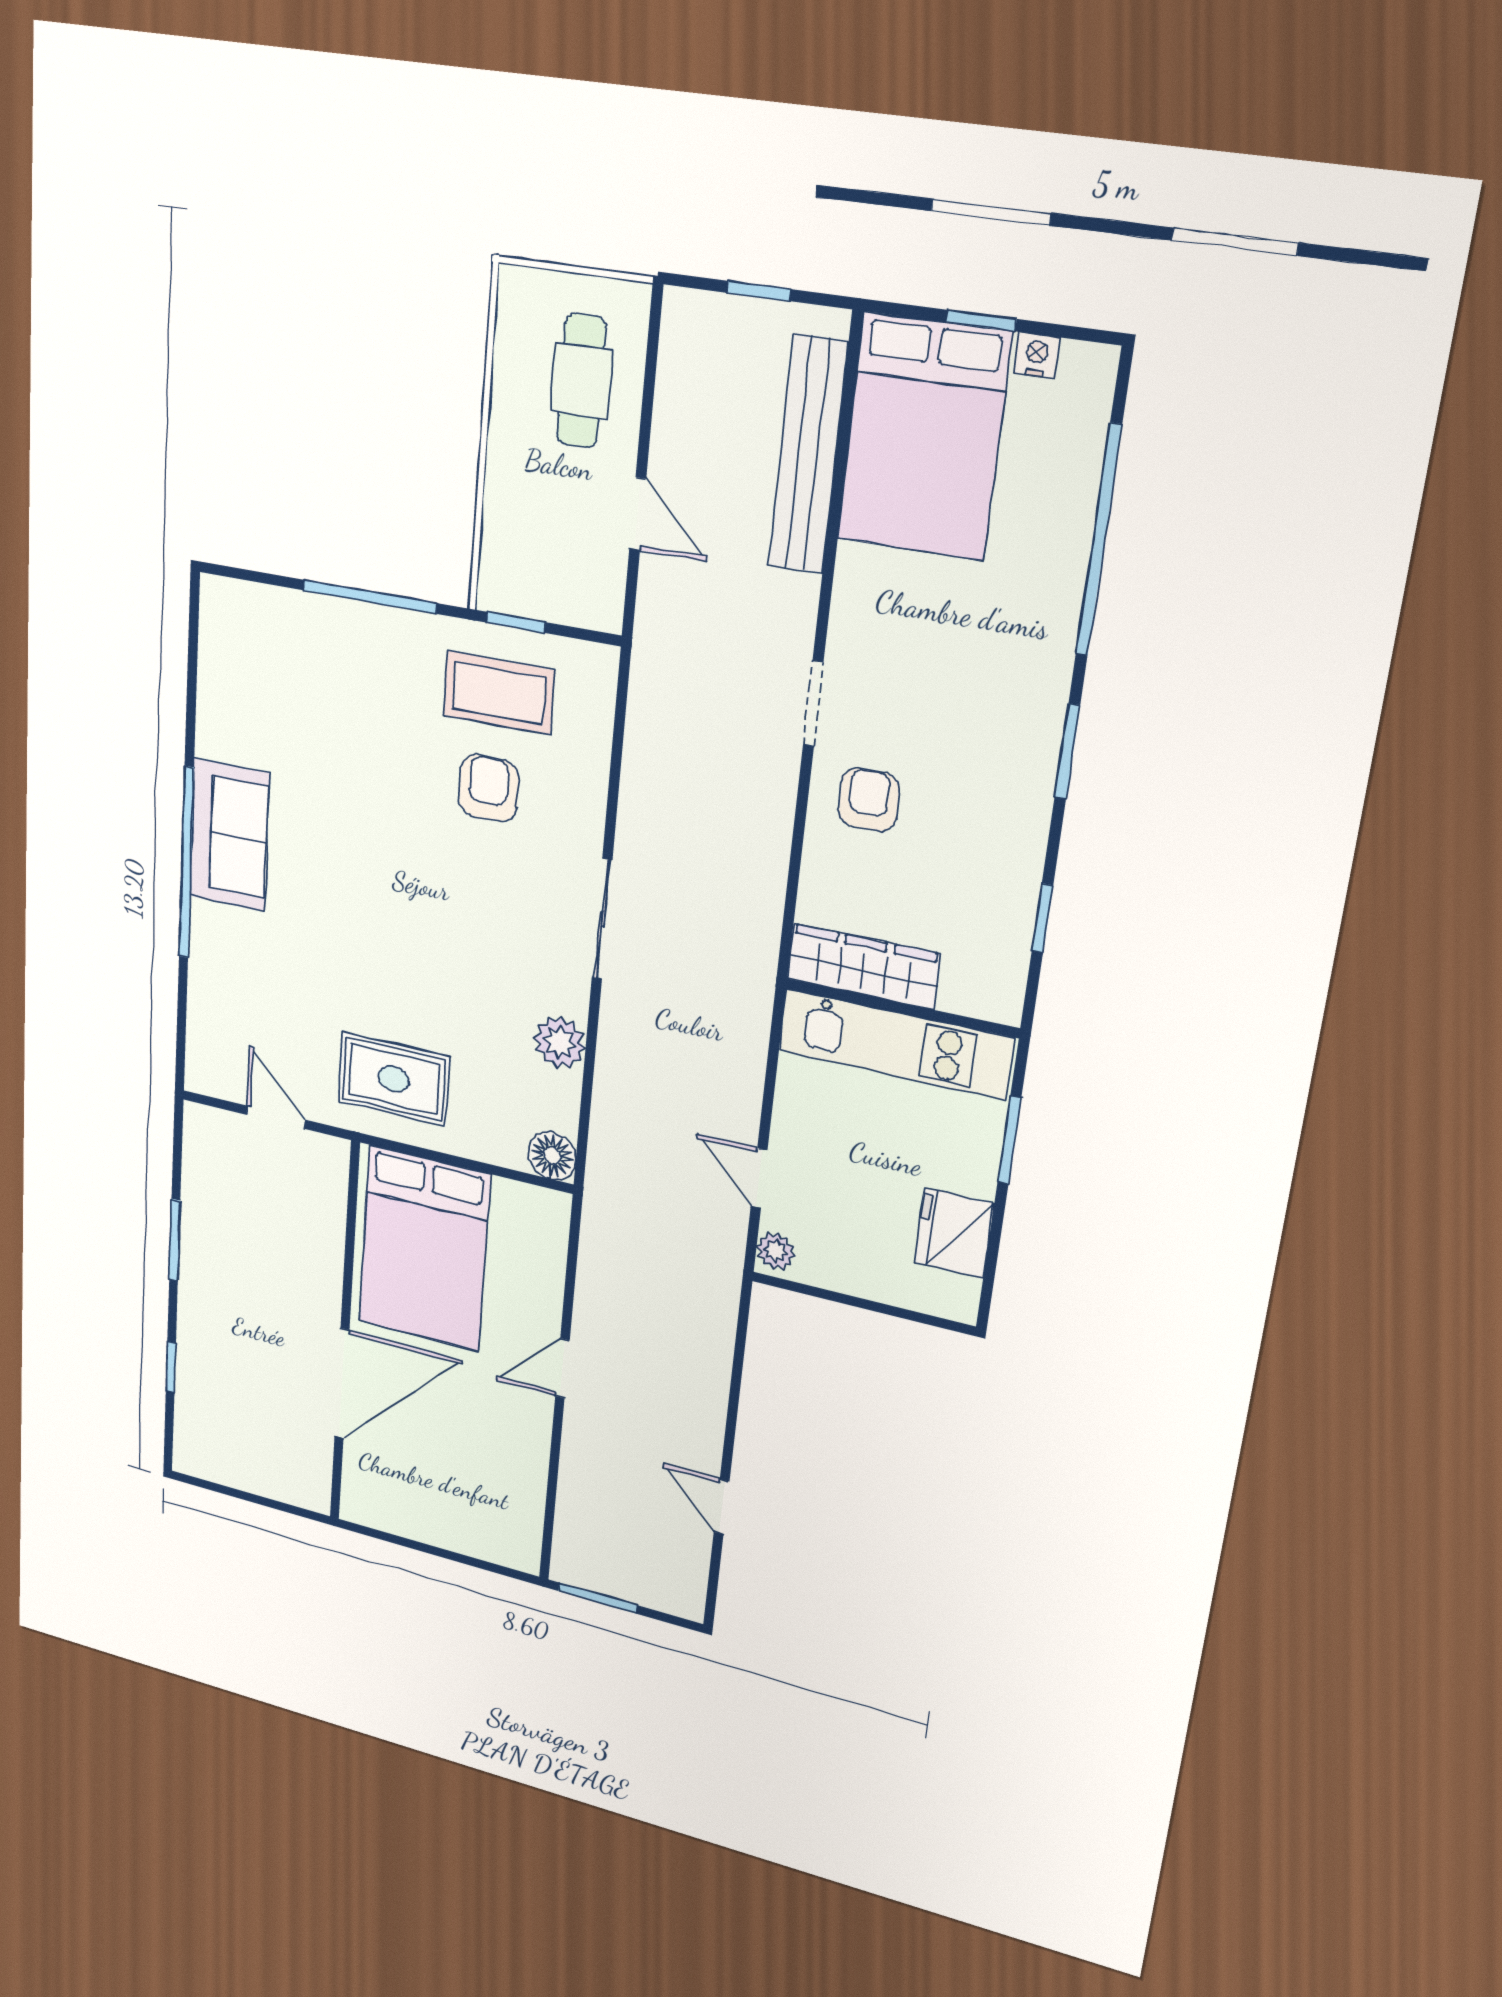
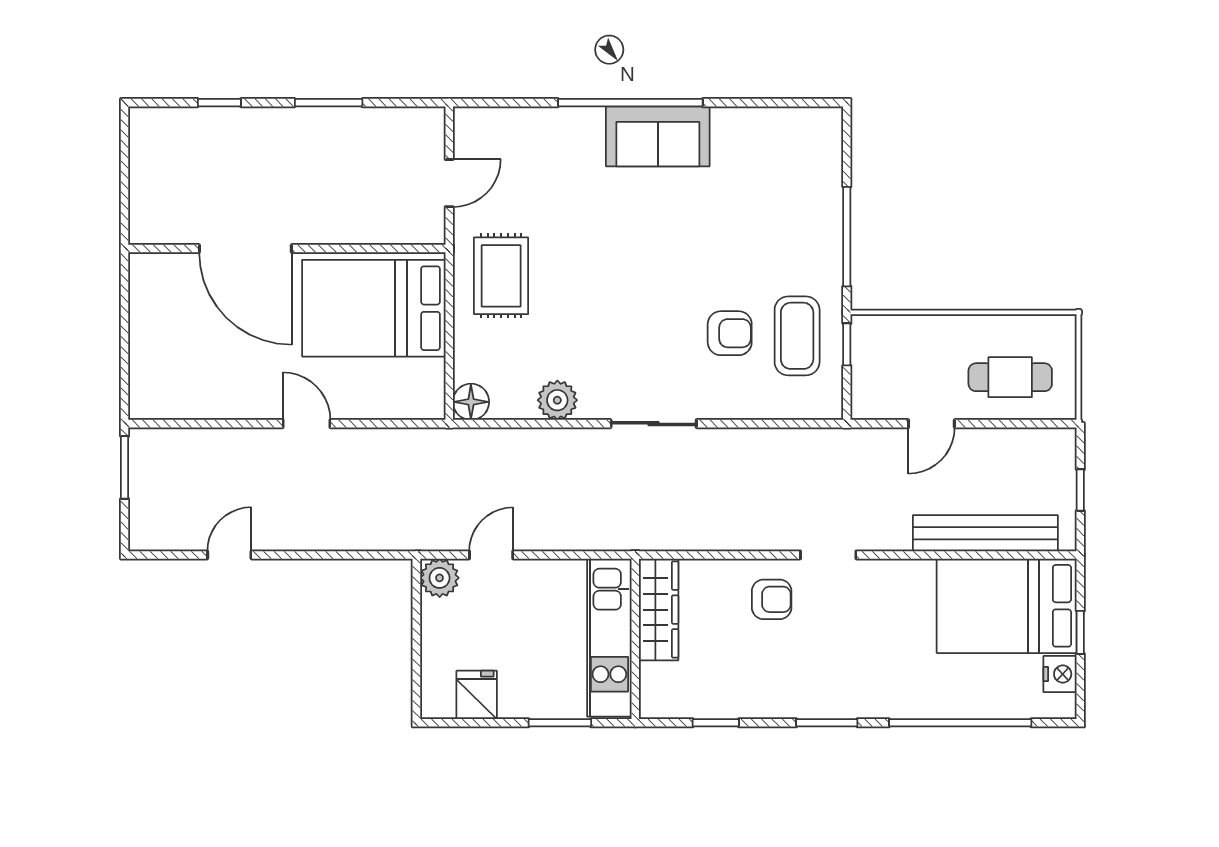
nightstand: (1037, 355) -> (1060, 674), width x1.39, depth x1.35
fridge: (954, 1233) -> (477, 695), width x0.72
plant: (776, 1251) -> (440, 578), width x1.38, depth x1.38

